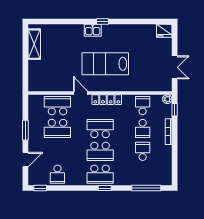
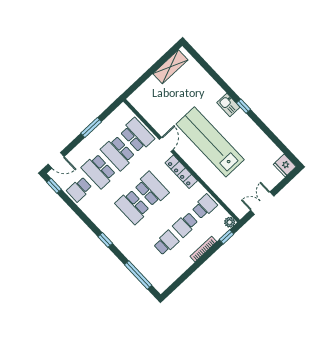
lab bench: (105, 64) -> (210, 142), width x1.36
double door: (175, 67) -> (262, 203), swing flipped
door: (25, 160) -> (56, 160), moved
school desk: (100, 174) -> (99, 171), moved

